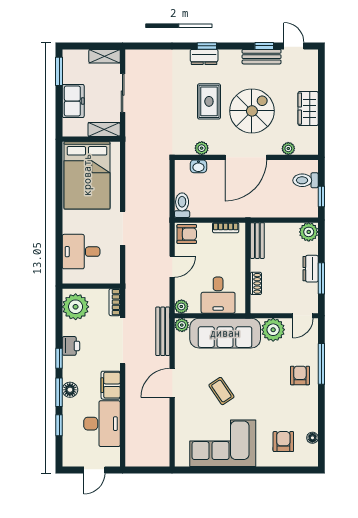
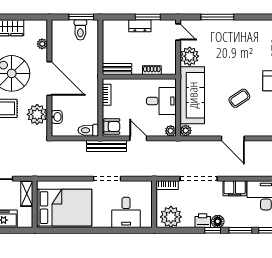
plant: (202, 148) -> (37, 114), width x1.88, depth x1.88
toilet: (306, 180) -> (80, 30), moved
window: (321, 197) -> (81, 17), width x1.50
plant: (309, 232) -> (110, 27), removed
armchair: (187, 234) -> (112, 126), turned 90
bench: (163, 331) -> (107, 146), moved
armchair: (300, 375) -> (227, 34), removed
floor lamp: (70, 390) -> (218, 221), moved

